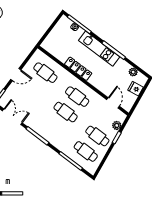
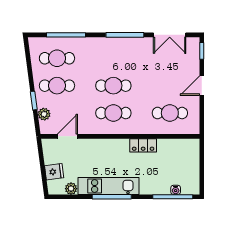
kitchen unit: (99, 49) -> (109, 186), moved
locker: (78, 69) -> (143, 145), width x0.66
door: (113, 103) -> (67, 136), swing flipped

